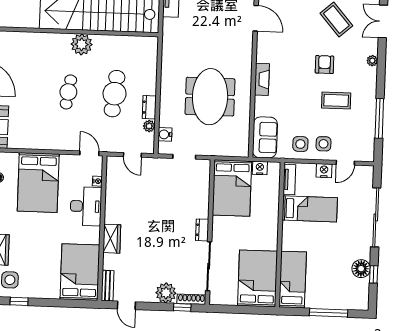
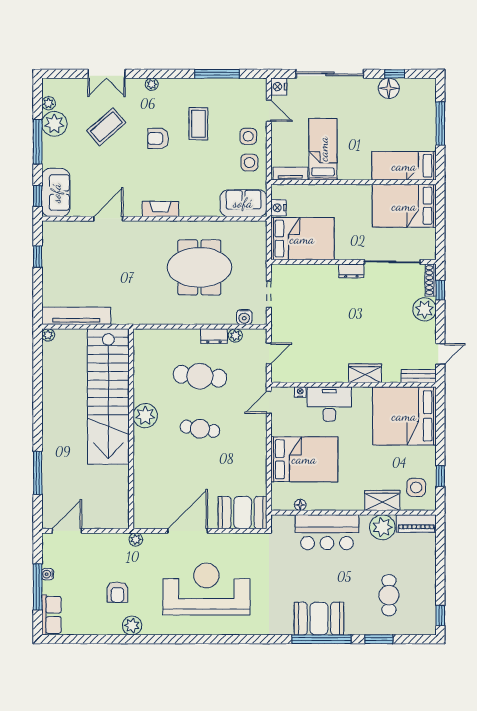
fireplace: (262, 79) -> (160, 209), moved
nightstand: (324, 171) -> (279, 87), moved
bed: (80, 272) -> (404, 416), width x1.36

